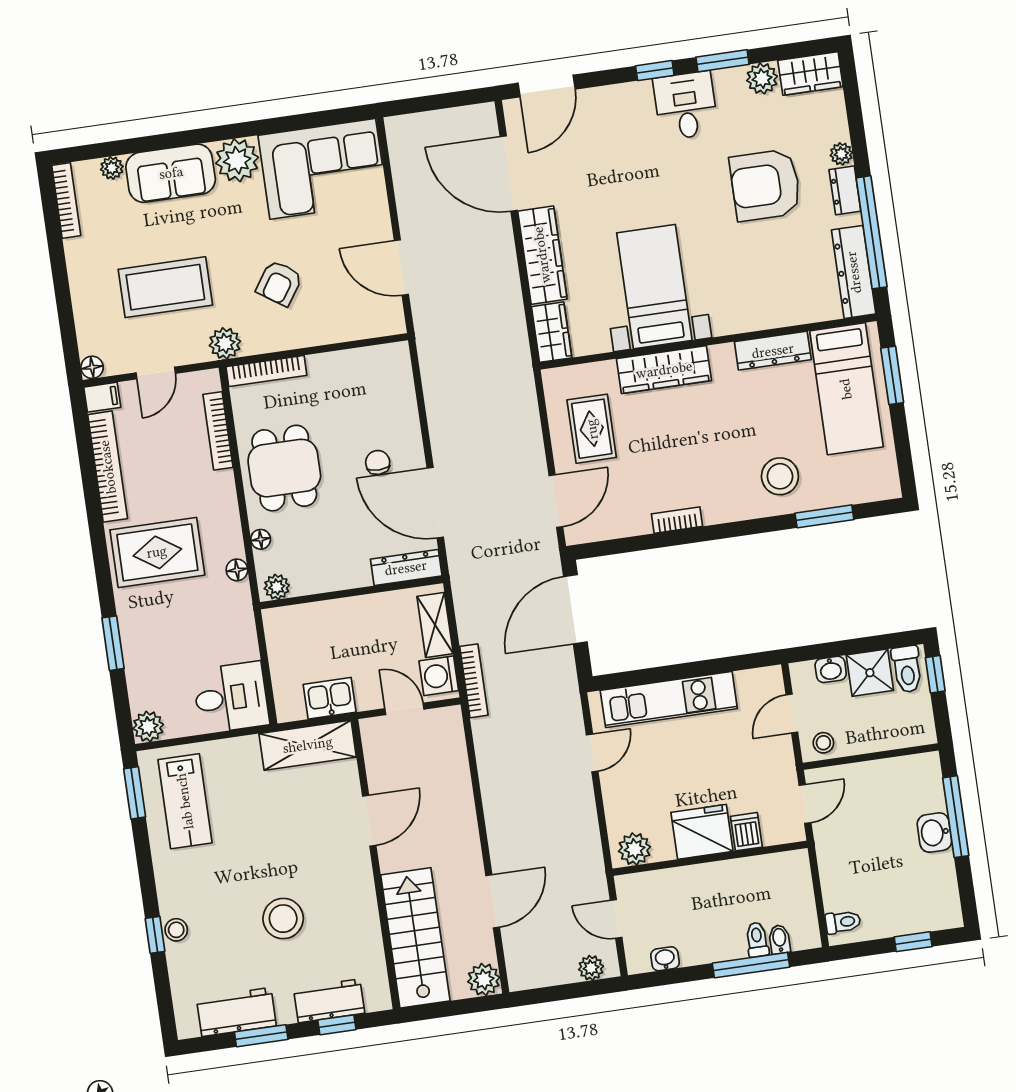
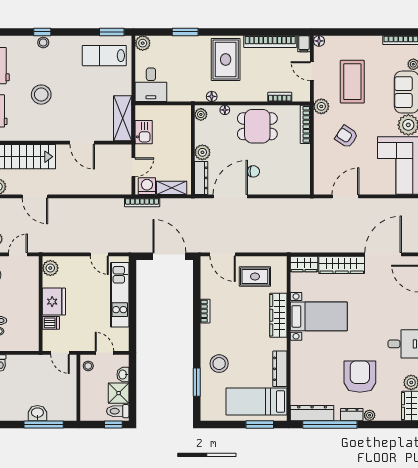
bookcase: (218, 431) -> (280, 97), width x0.64
plant: (354, 572) -> (202, 152), added

